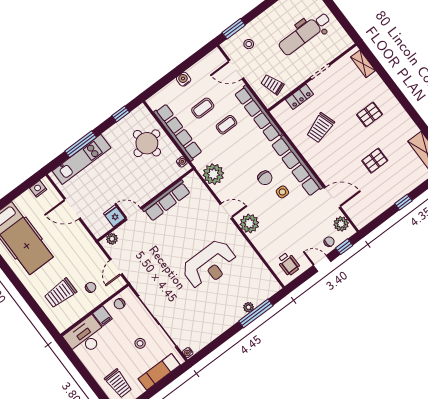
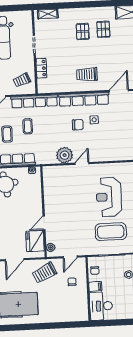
trolley: (320, 128) -> (87, 74), moved, turned 108
pallet: (375, 161) -> (103, 29), moved
plant: (213, 174) -> (65, 155), moved
row of seats: (167, 201) -> (50, 197), removed
fridge: (114, 216) -> (35, 241), width x1.88, depth x1.34
plant: (249, 223) -> (100, 154), removed
reception desk: (210, 265) -> (109, 197), turned 180
door: (116, 267) -> (70, 257), hinge flipped
coffee table: (173, 292) -> (111, 232), added
trolley: (60, 293) -> (44, 273), moved, turned 63

